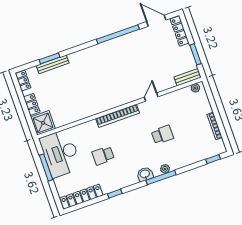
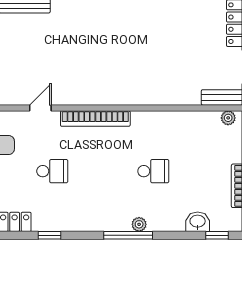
door: (151, 97) -> (40, 108), moved
school desk: (103, 156) -> (52, 171), turned 180
washbasin: (145, 174) -> (198, 222), moved

